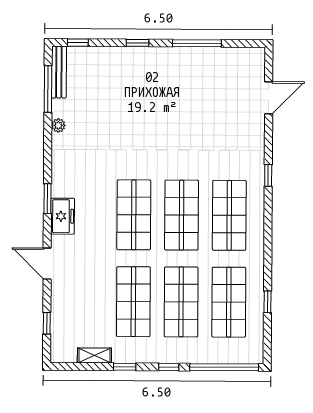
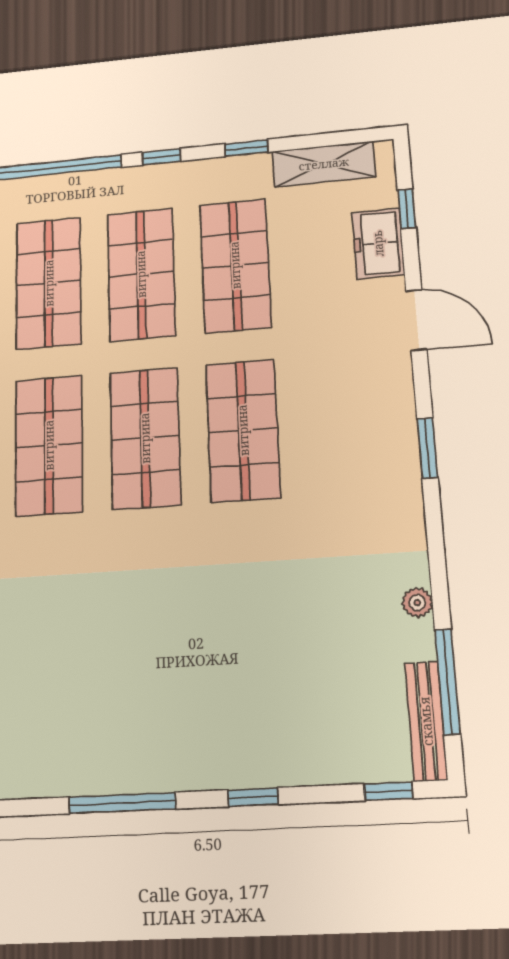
freezer: (63, 216) -> (378, 243), moved
shelving: (94, 355) -> (324, 164), width x1.50, depth x1.33

